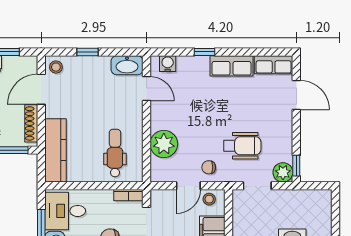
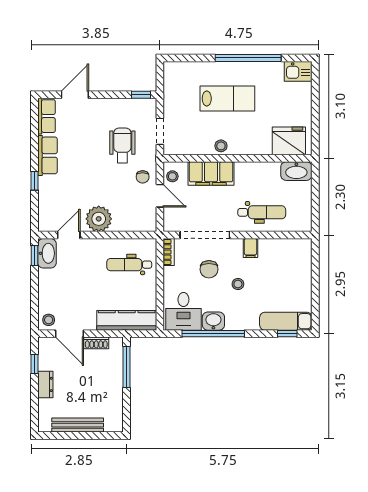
window: (88, 52) -> (35, 256), moved
water cooler: (168, 64) -> (45, 215), removed
shoe rack: (31, 123) -> (96, 343), width x0.70
plant: (164, 144) -> (99, 219), moved
plant: (283, 172) -> (147, 107), removed

